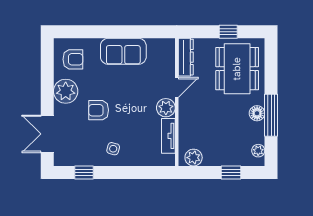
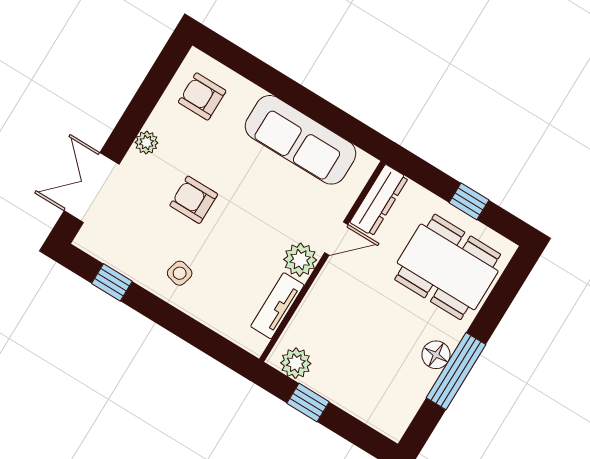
sofa: (123, 51) -> (301, 140), width x1.36
armchair: (73, 59) -> (202, 96), turned 180
dining table: (237, 69) -> (448, 267), turned 90
plant: (66, 91) -> (147, 143), width x0.53, depth x0.53
plant: (258, 151) -> (402, 414), removed
window: (231, 172) -> (308, 402), moved

